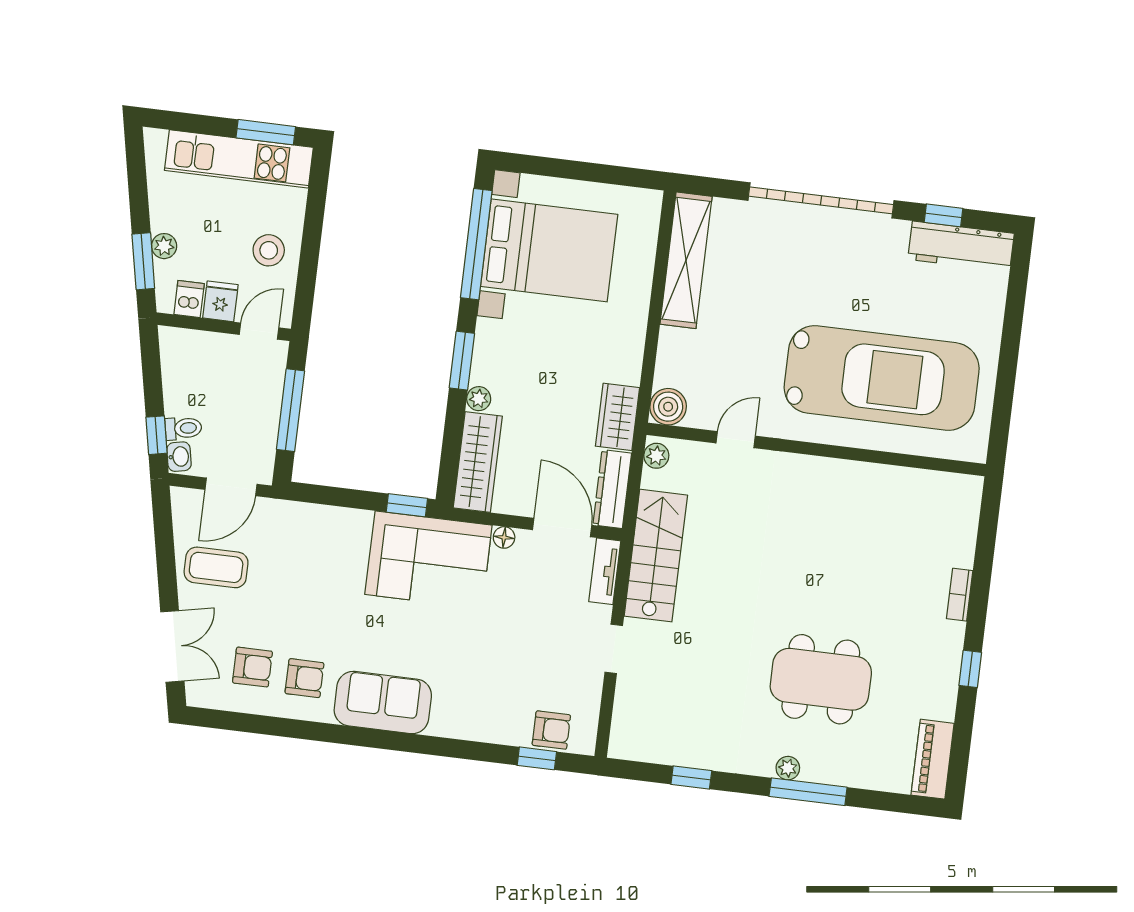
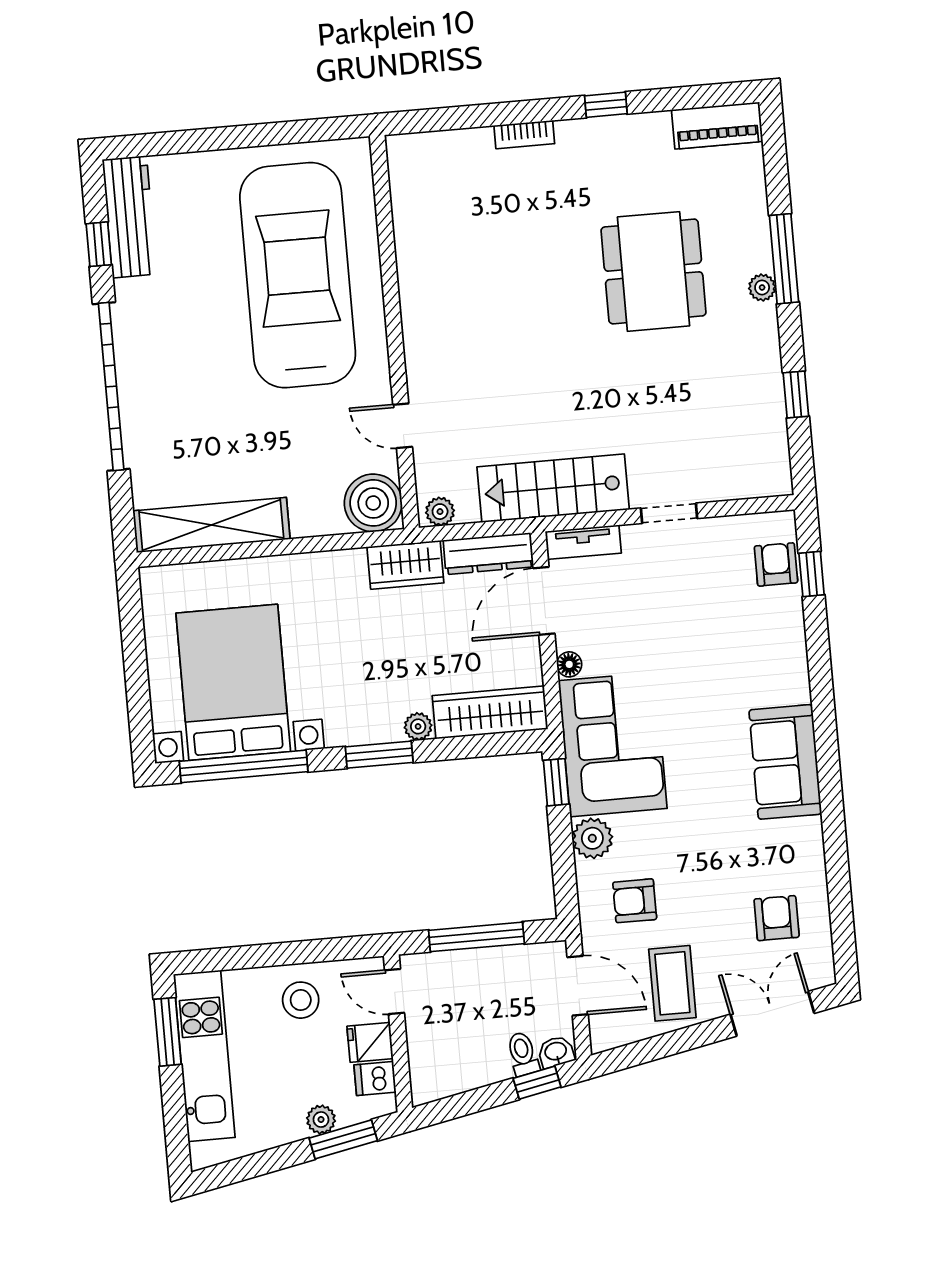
boiler: (668, 407) -> (373, 503), width x1.37, depth x1.37
plant: (353, 526) -> (592, 838), added
armchair: (304, 678) -> (635, 901), moved, turned -90

